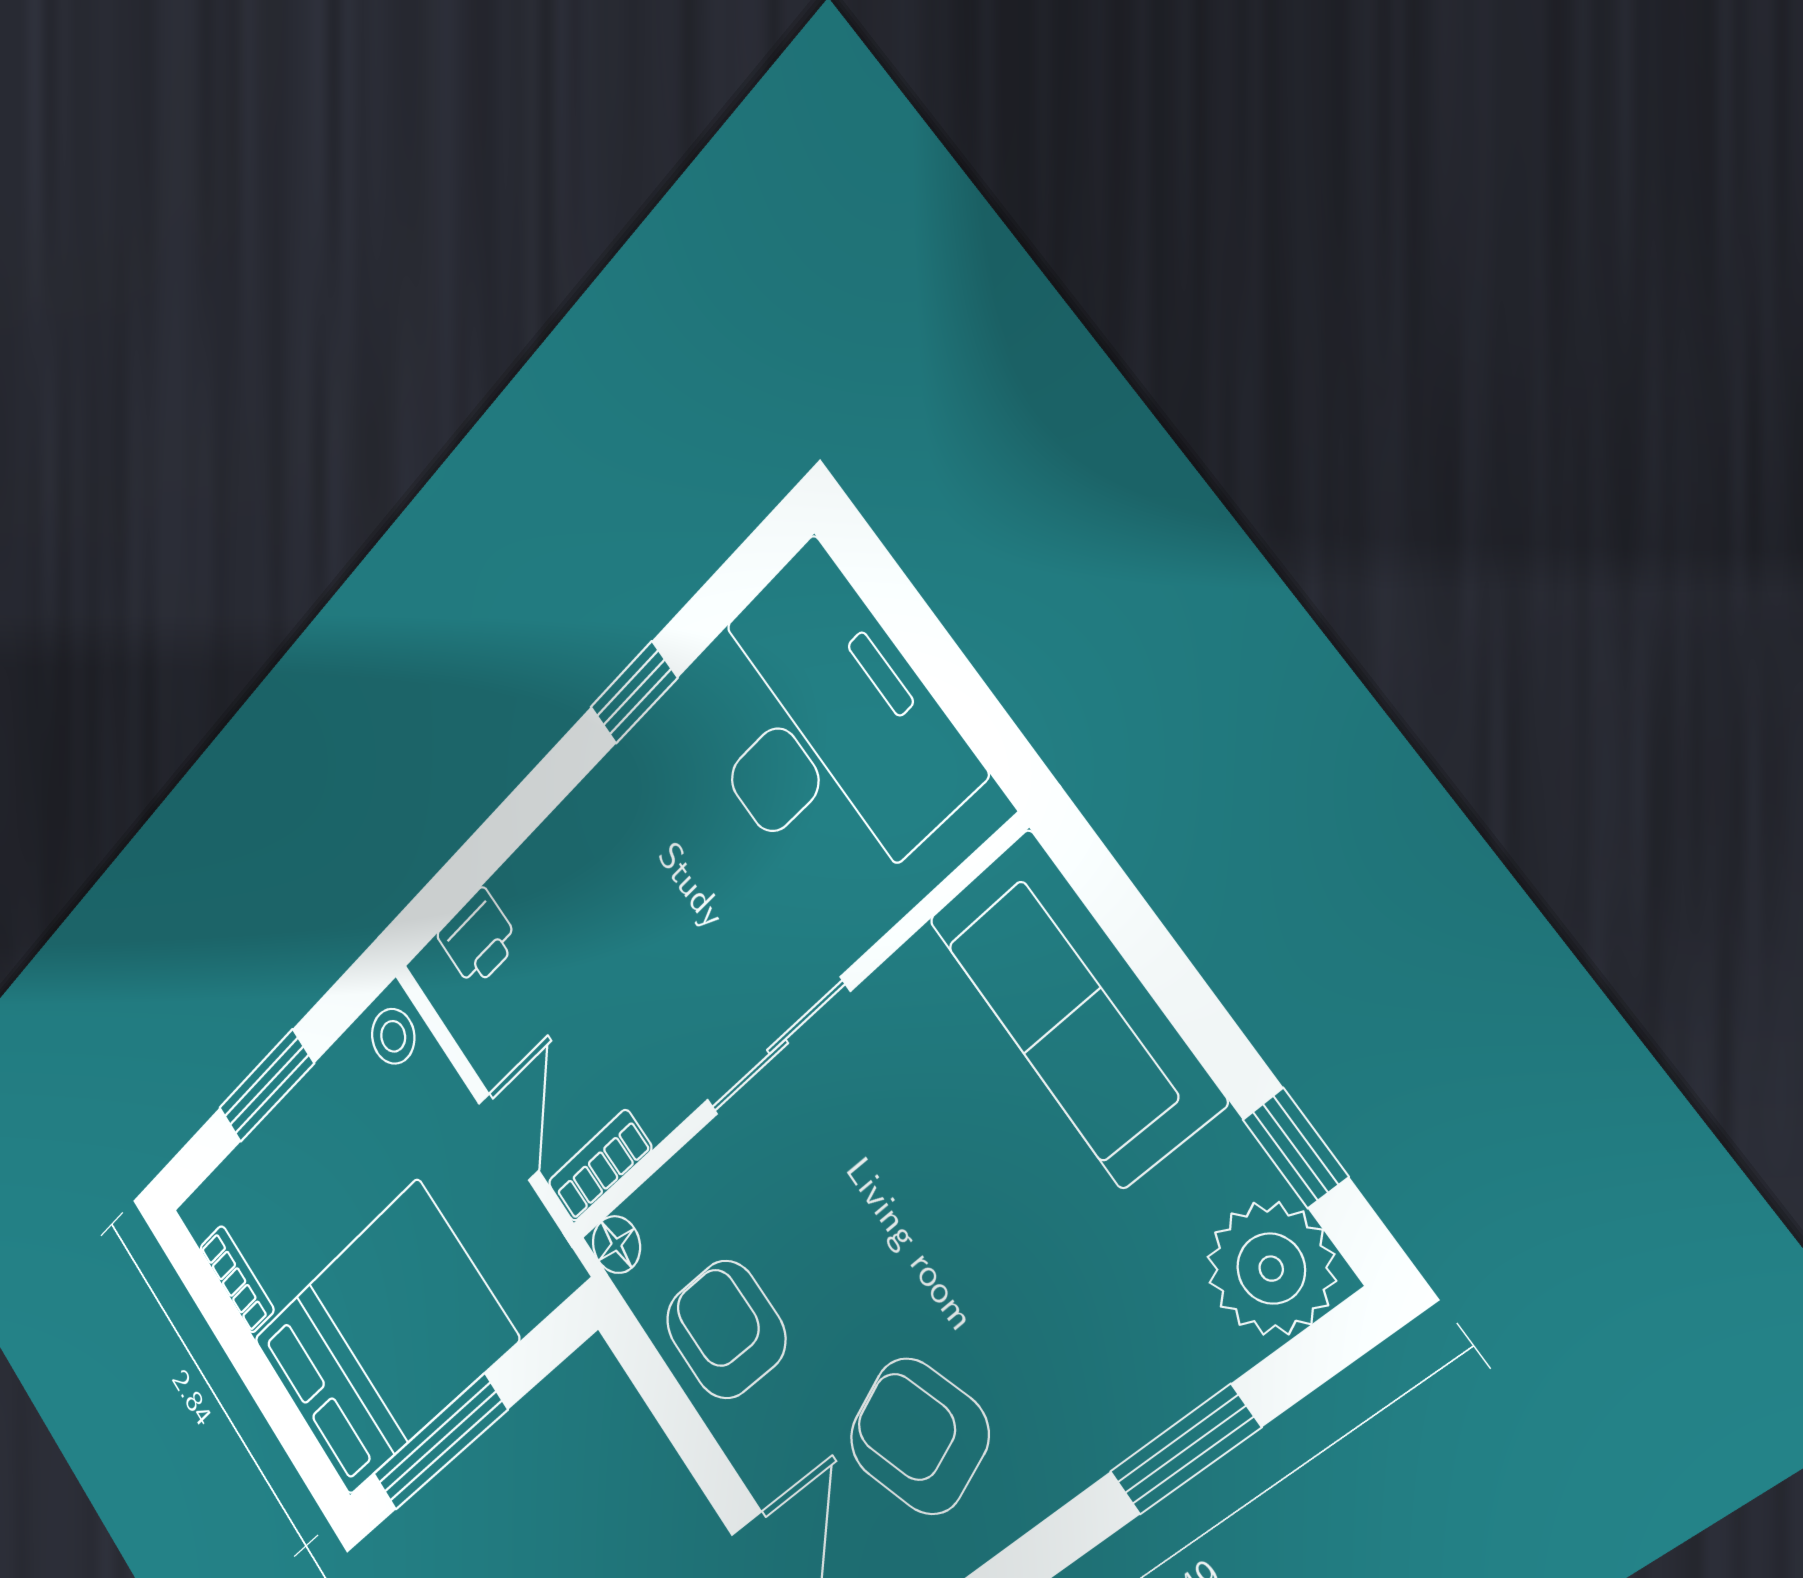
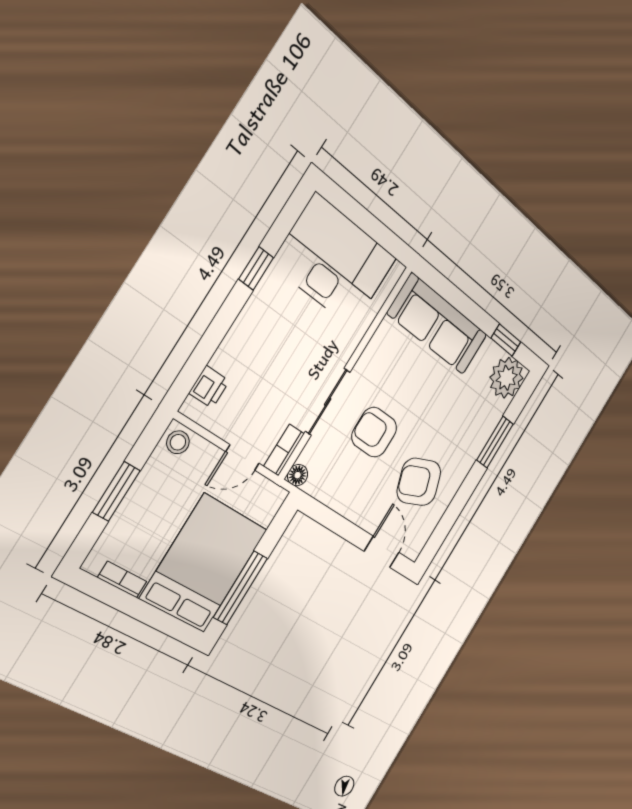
sliding door: (778, 1047) -> (328, 402), moved
door: (509, 1137) -> (242, 457), swing flipped
armchair: (726, 1330) -> (374, 432), moved

